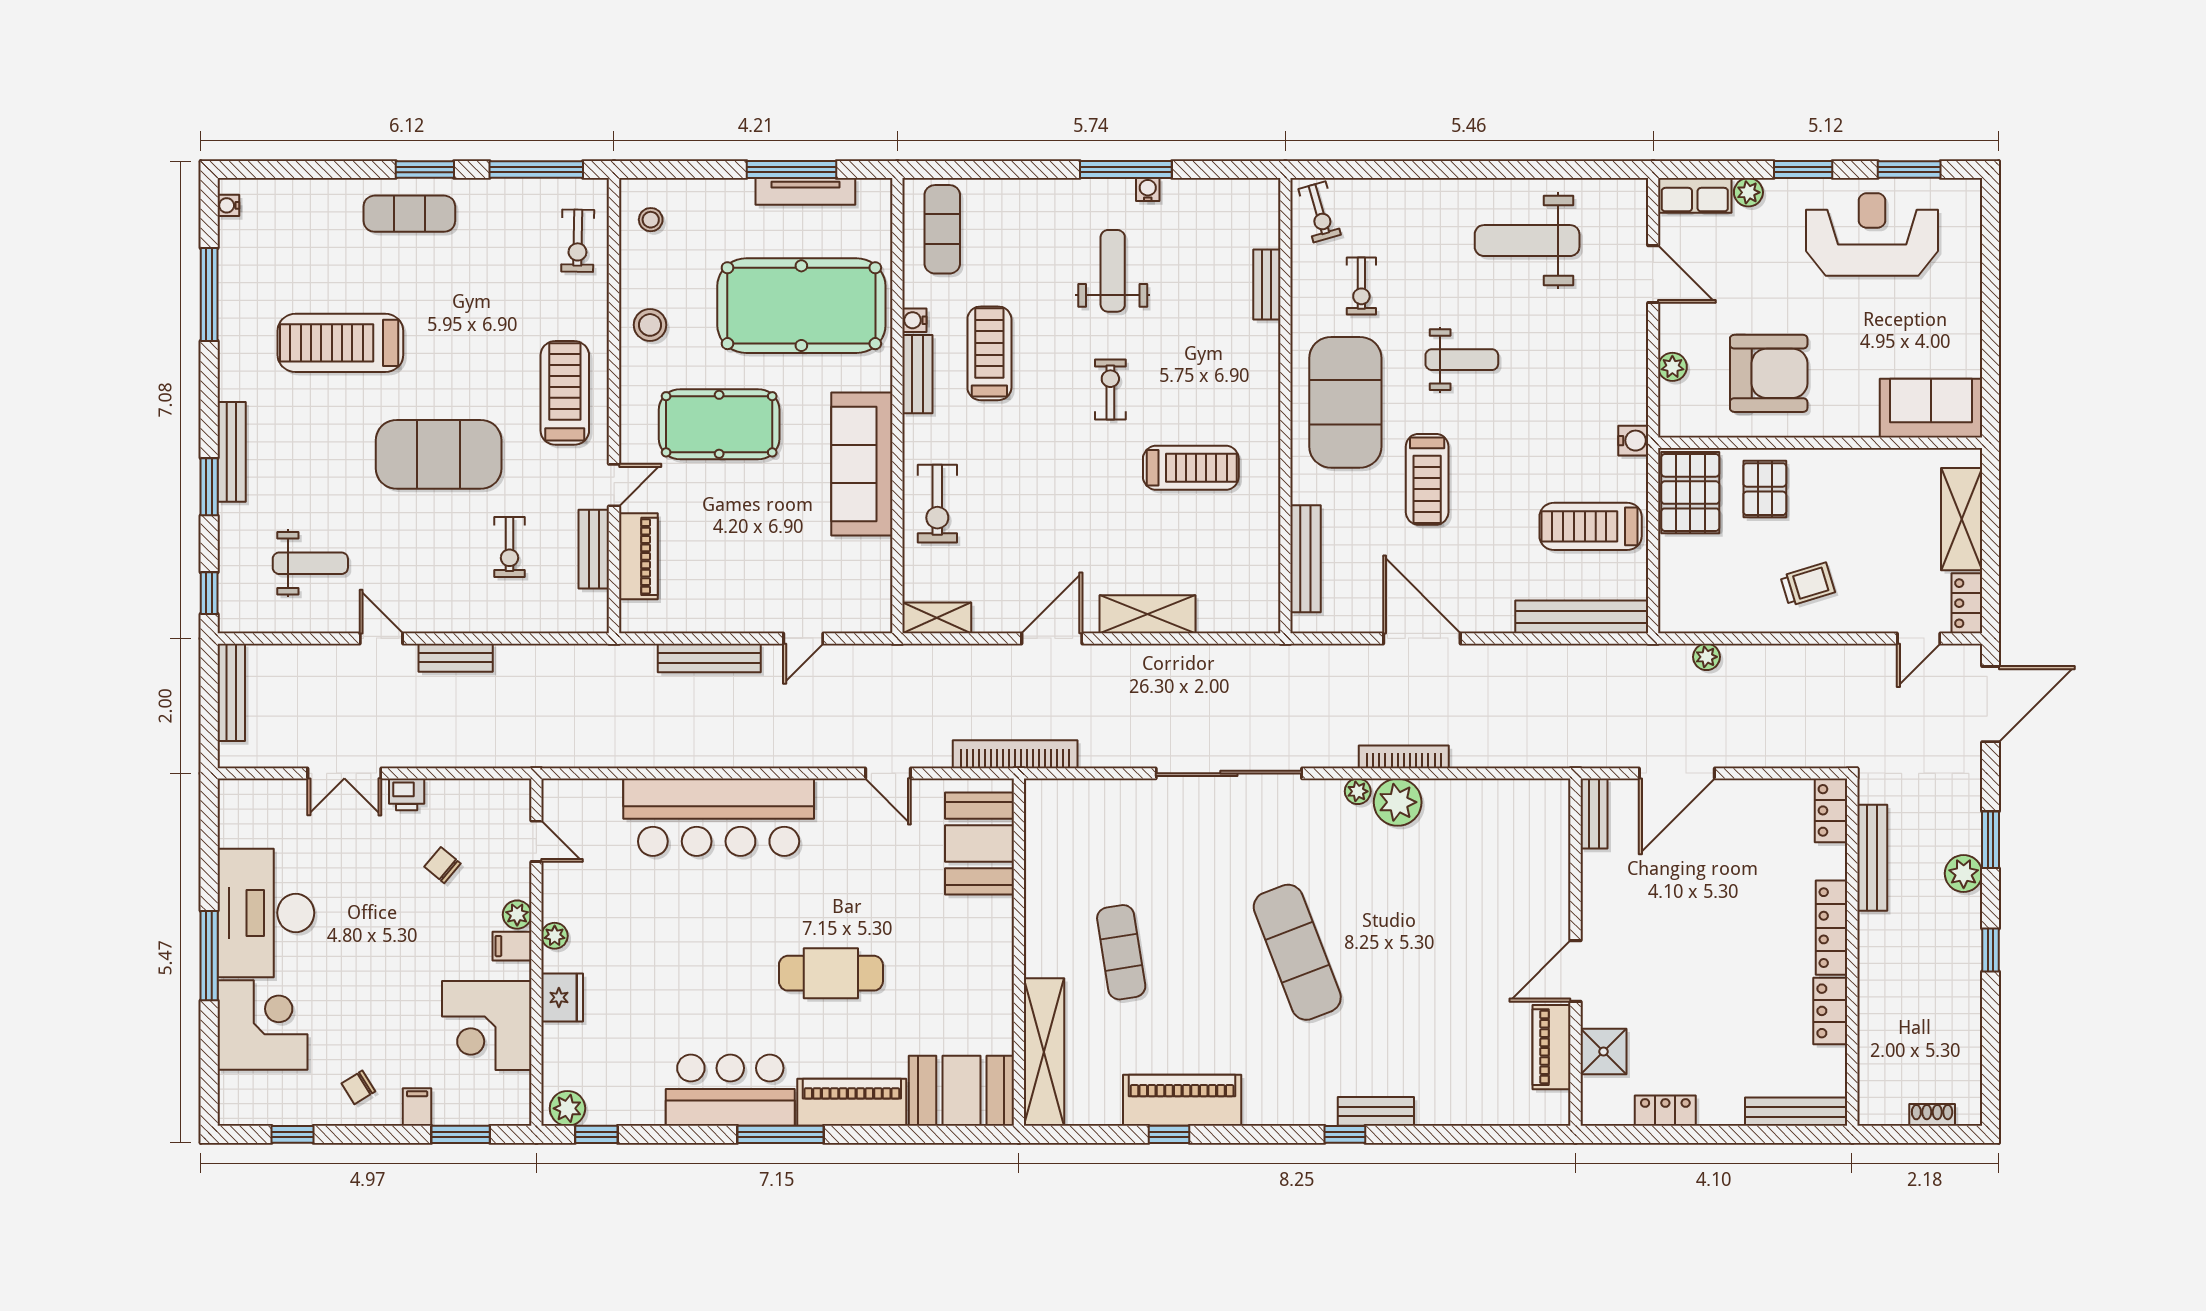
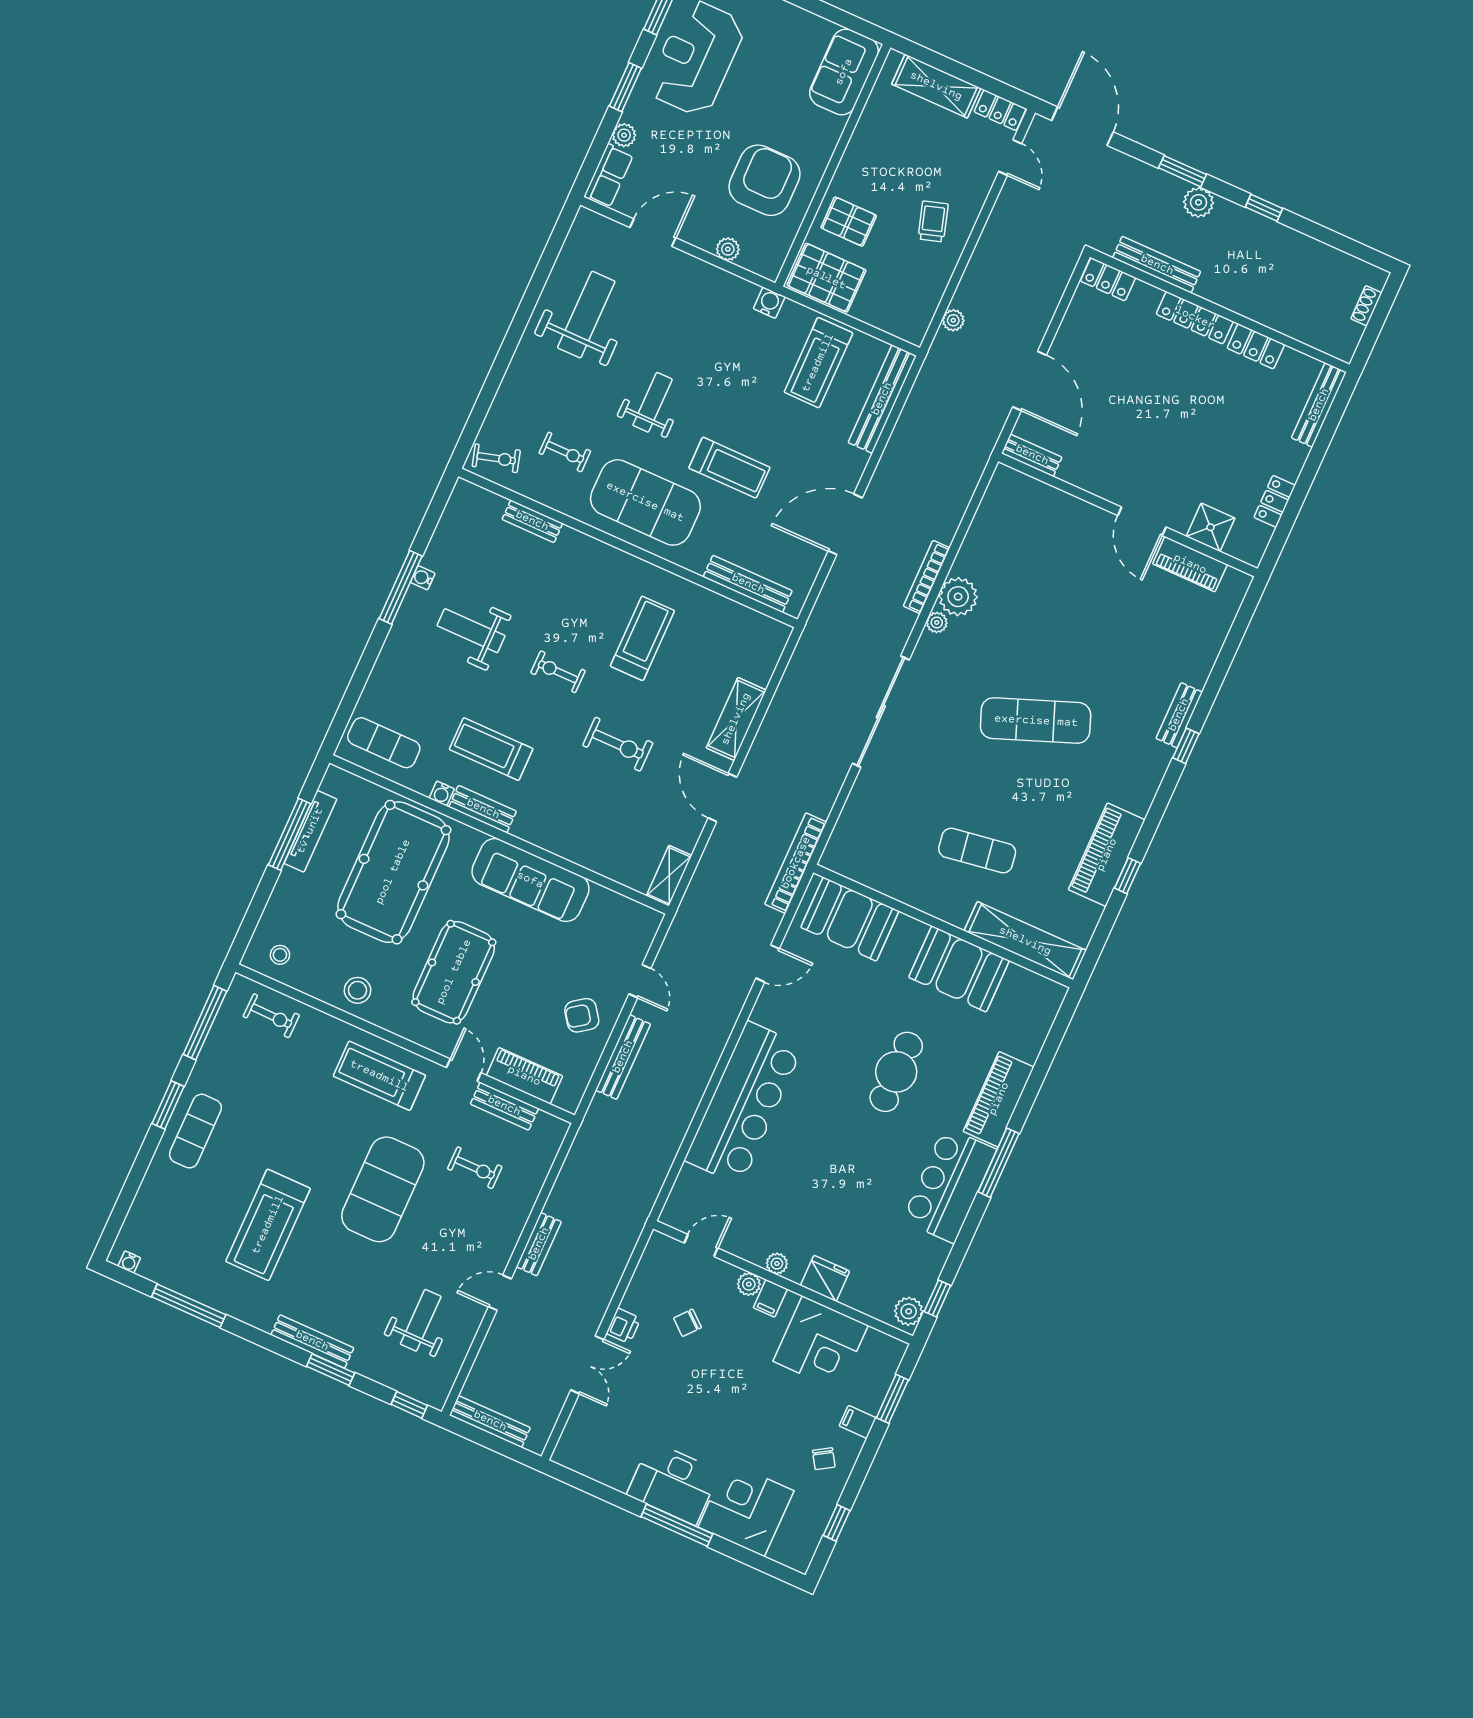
weight bench: (1527, 241) -> (586, 315), turned 180
exercise bike: (937, 504) -> (618, 744), moved
armchair: (735, 590) -> (582, 1015), added
desk: (266, 913) -> (673, 1483), width x0.73, depth x0.77
booth: (961, 1091) -> (959, 969), moved, turned 90

